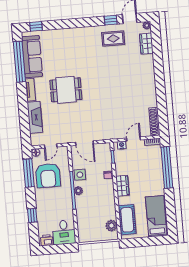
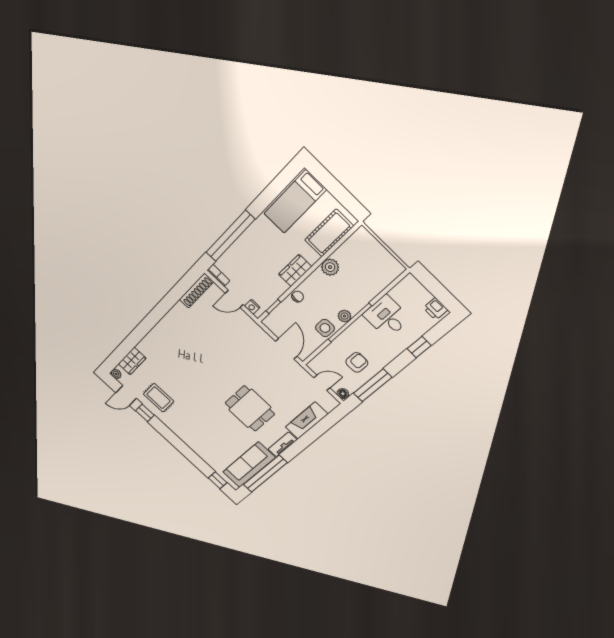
armchair: (48, 175) -> (357, 362), width x0.53, depth x0.53
plant: (111, 226) -> (330, 267), moved
desk: (64, 232) -> (387, 317), moved, turned -90

